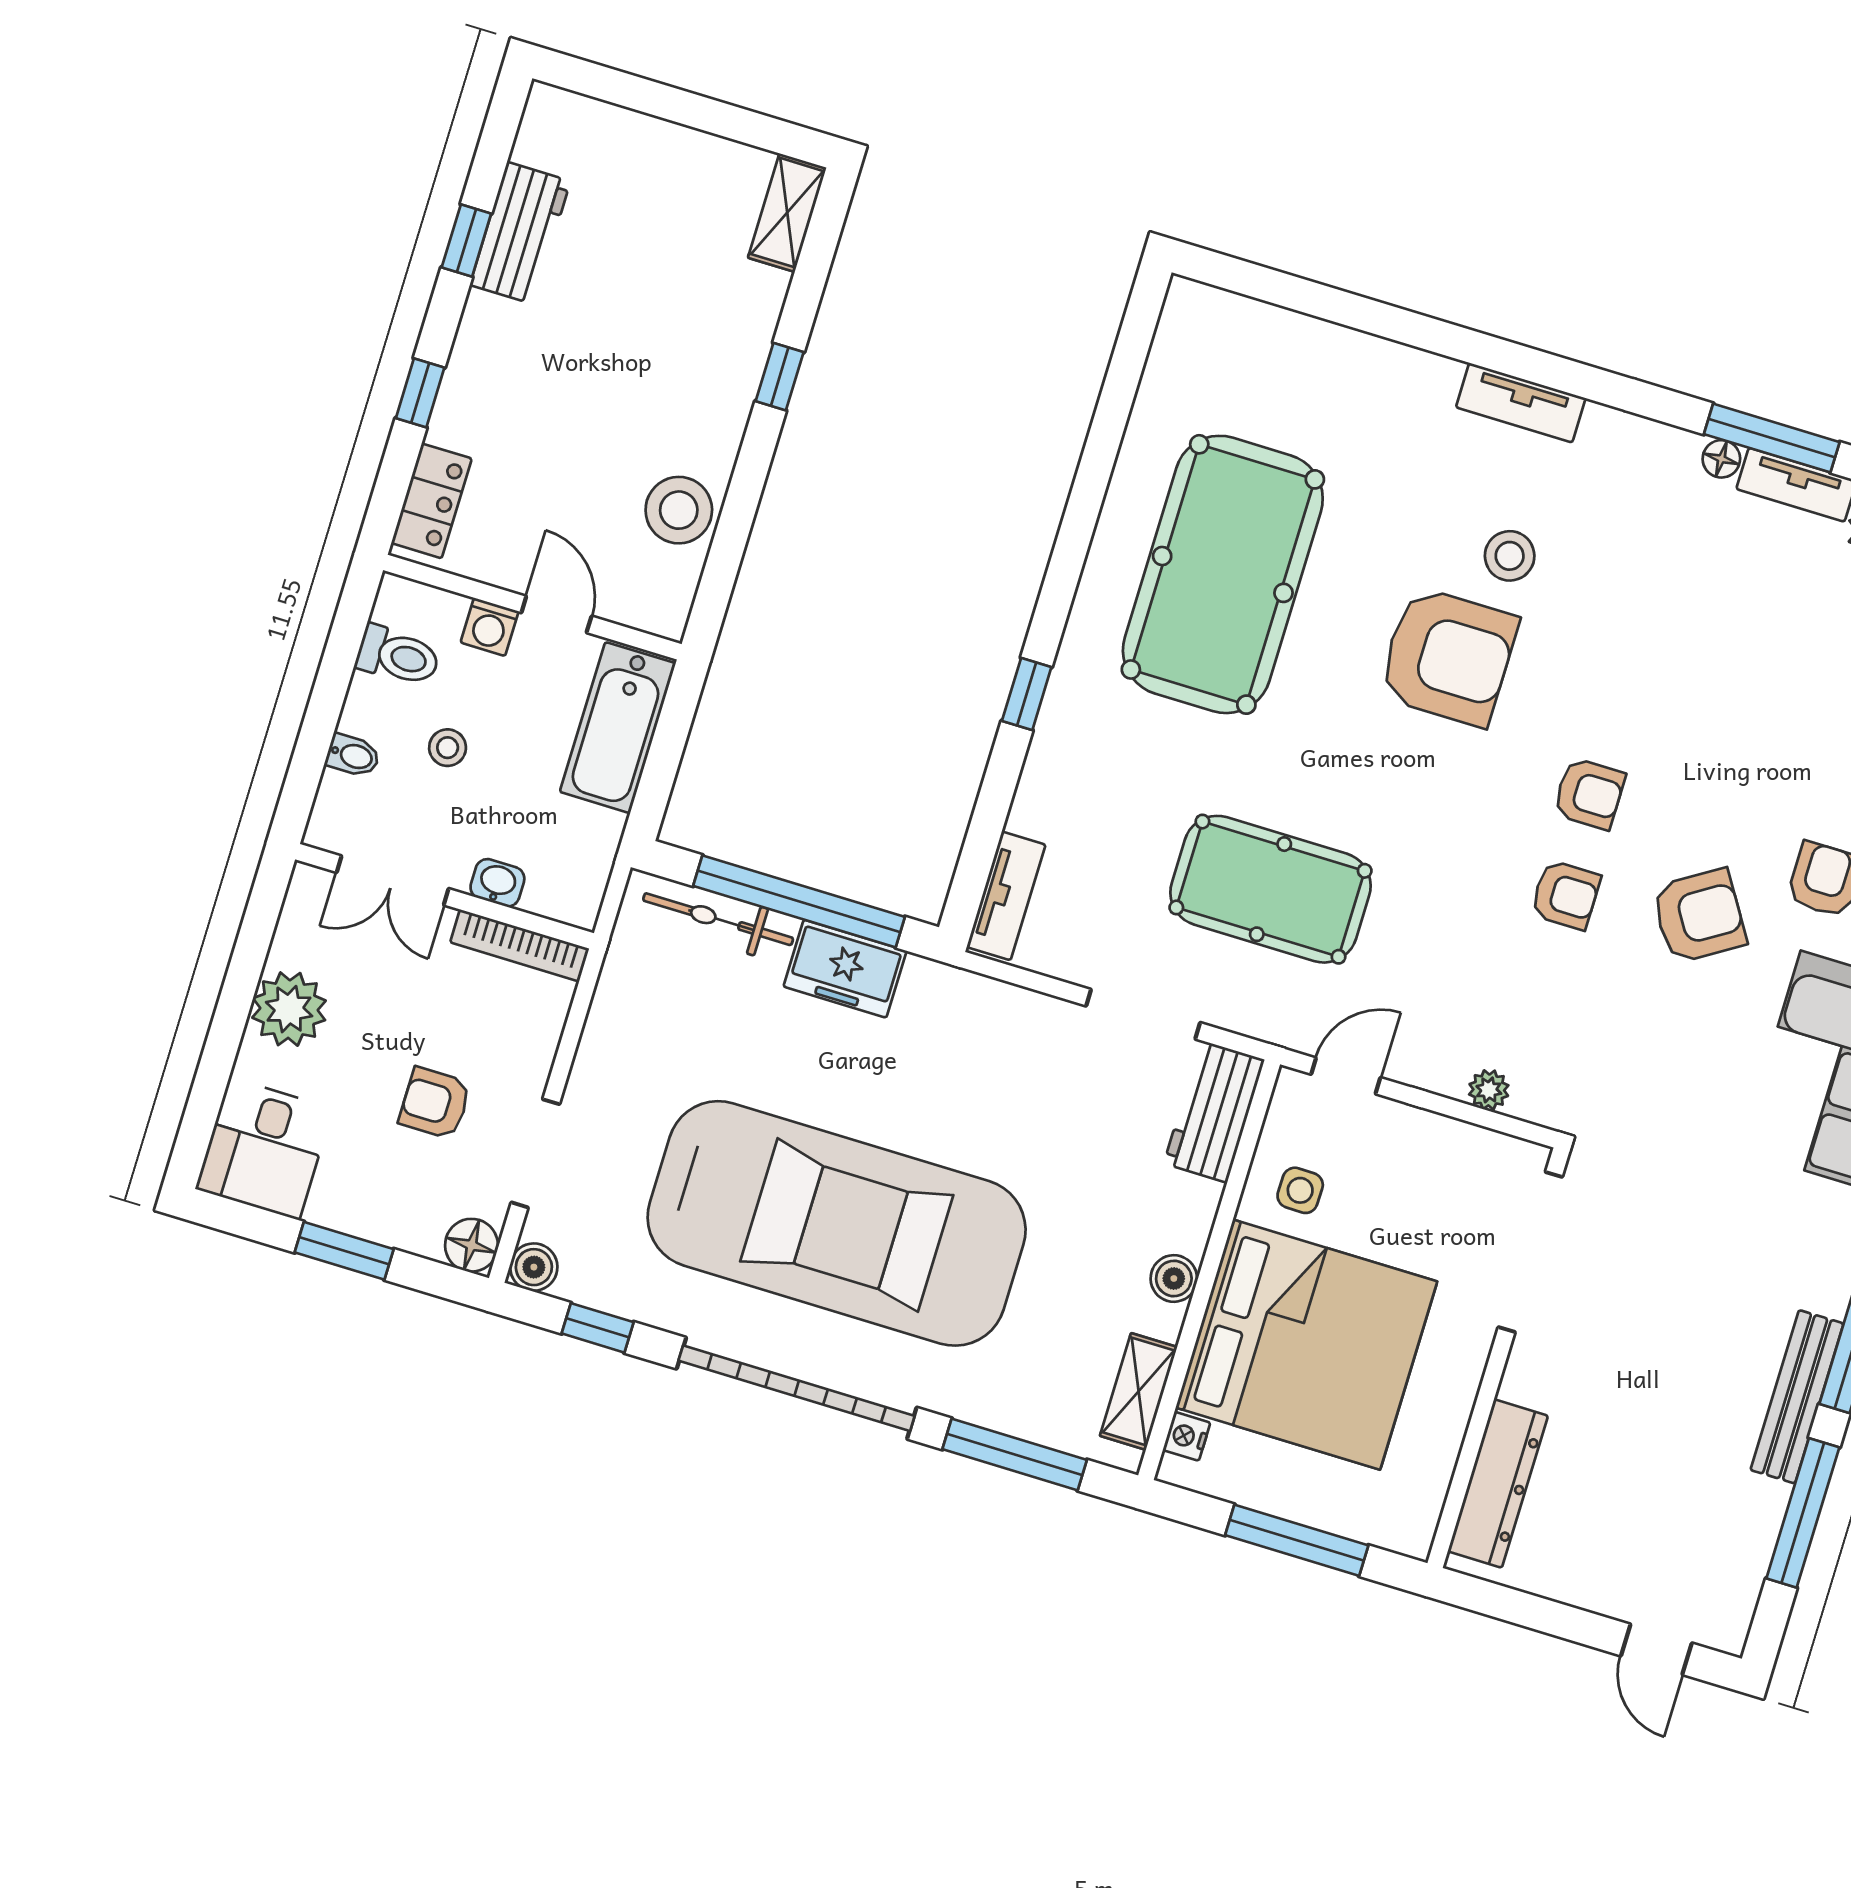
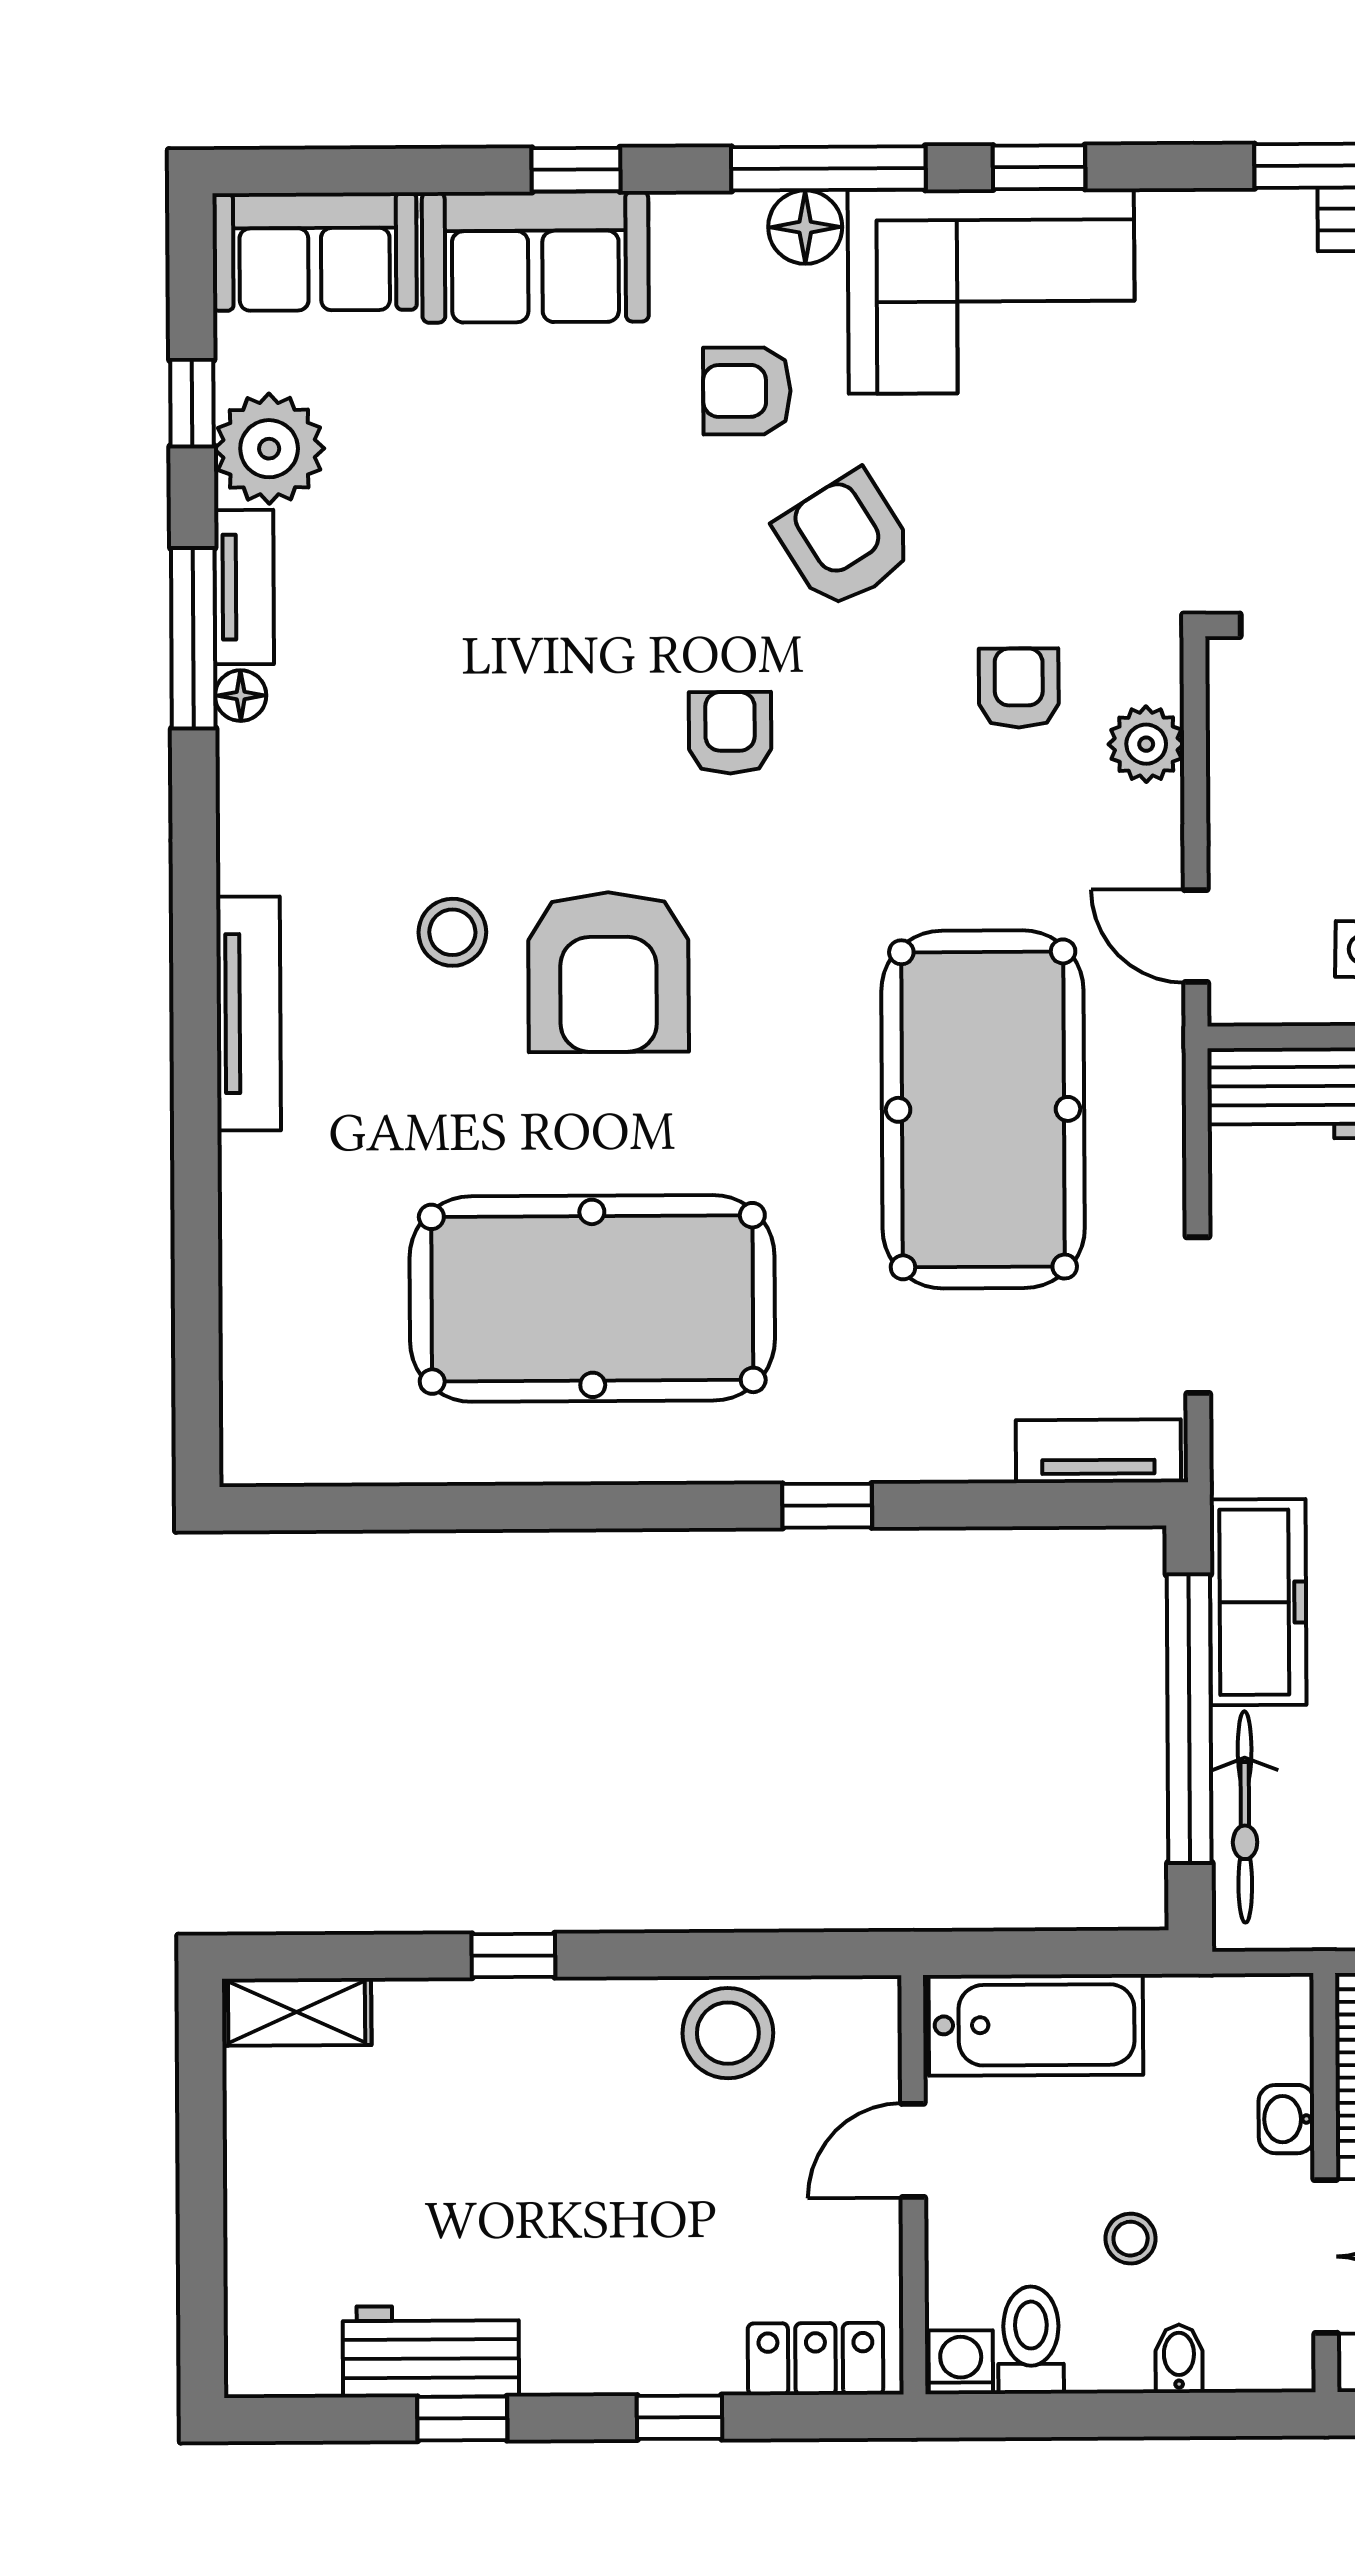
tv unit: (1521, 403) -> (249, 1013), width x1.41
washing machine: (490, 627) -> (961, 2362), moved, turned -90
armchair: (1448, 657) -> (608, 972), turned 180
pool table: (1271, 889) -> (983, 1109), width x1.36, depth x1.32
armchair: (1566, 895) -> (1019, 688), moved
freezer: (845, 969) -> (1258, 1602), width x1.40
doorway: (1143, 1014) -> (1198, 1315), moved
plant: (1489, 1090) -> (1146, 744), width x1.38, depth x1.38

